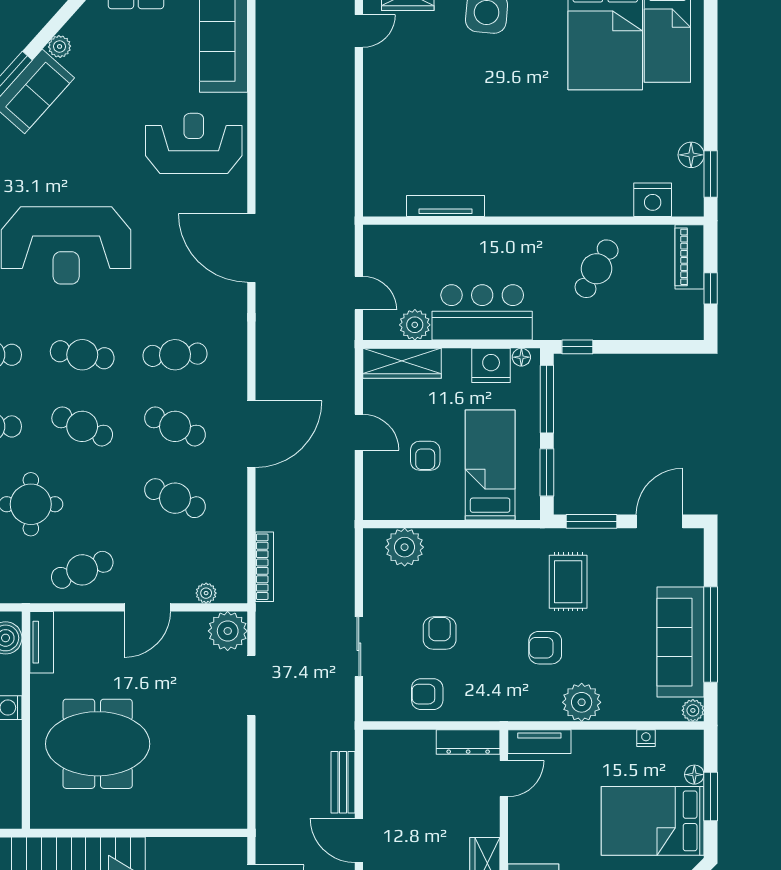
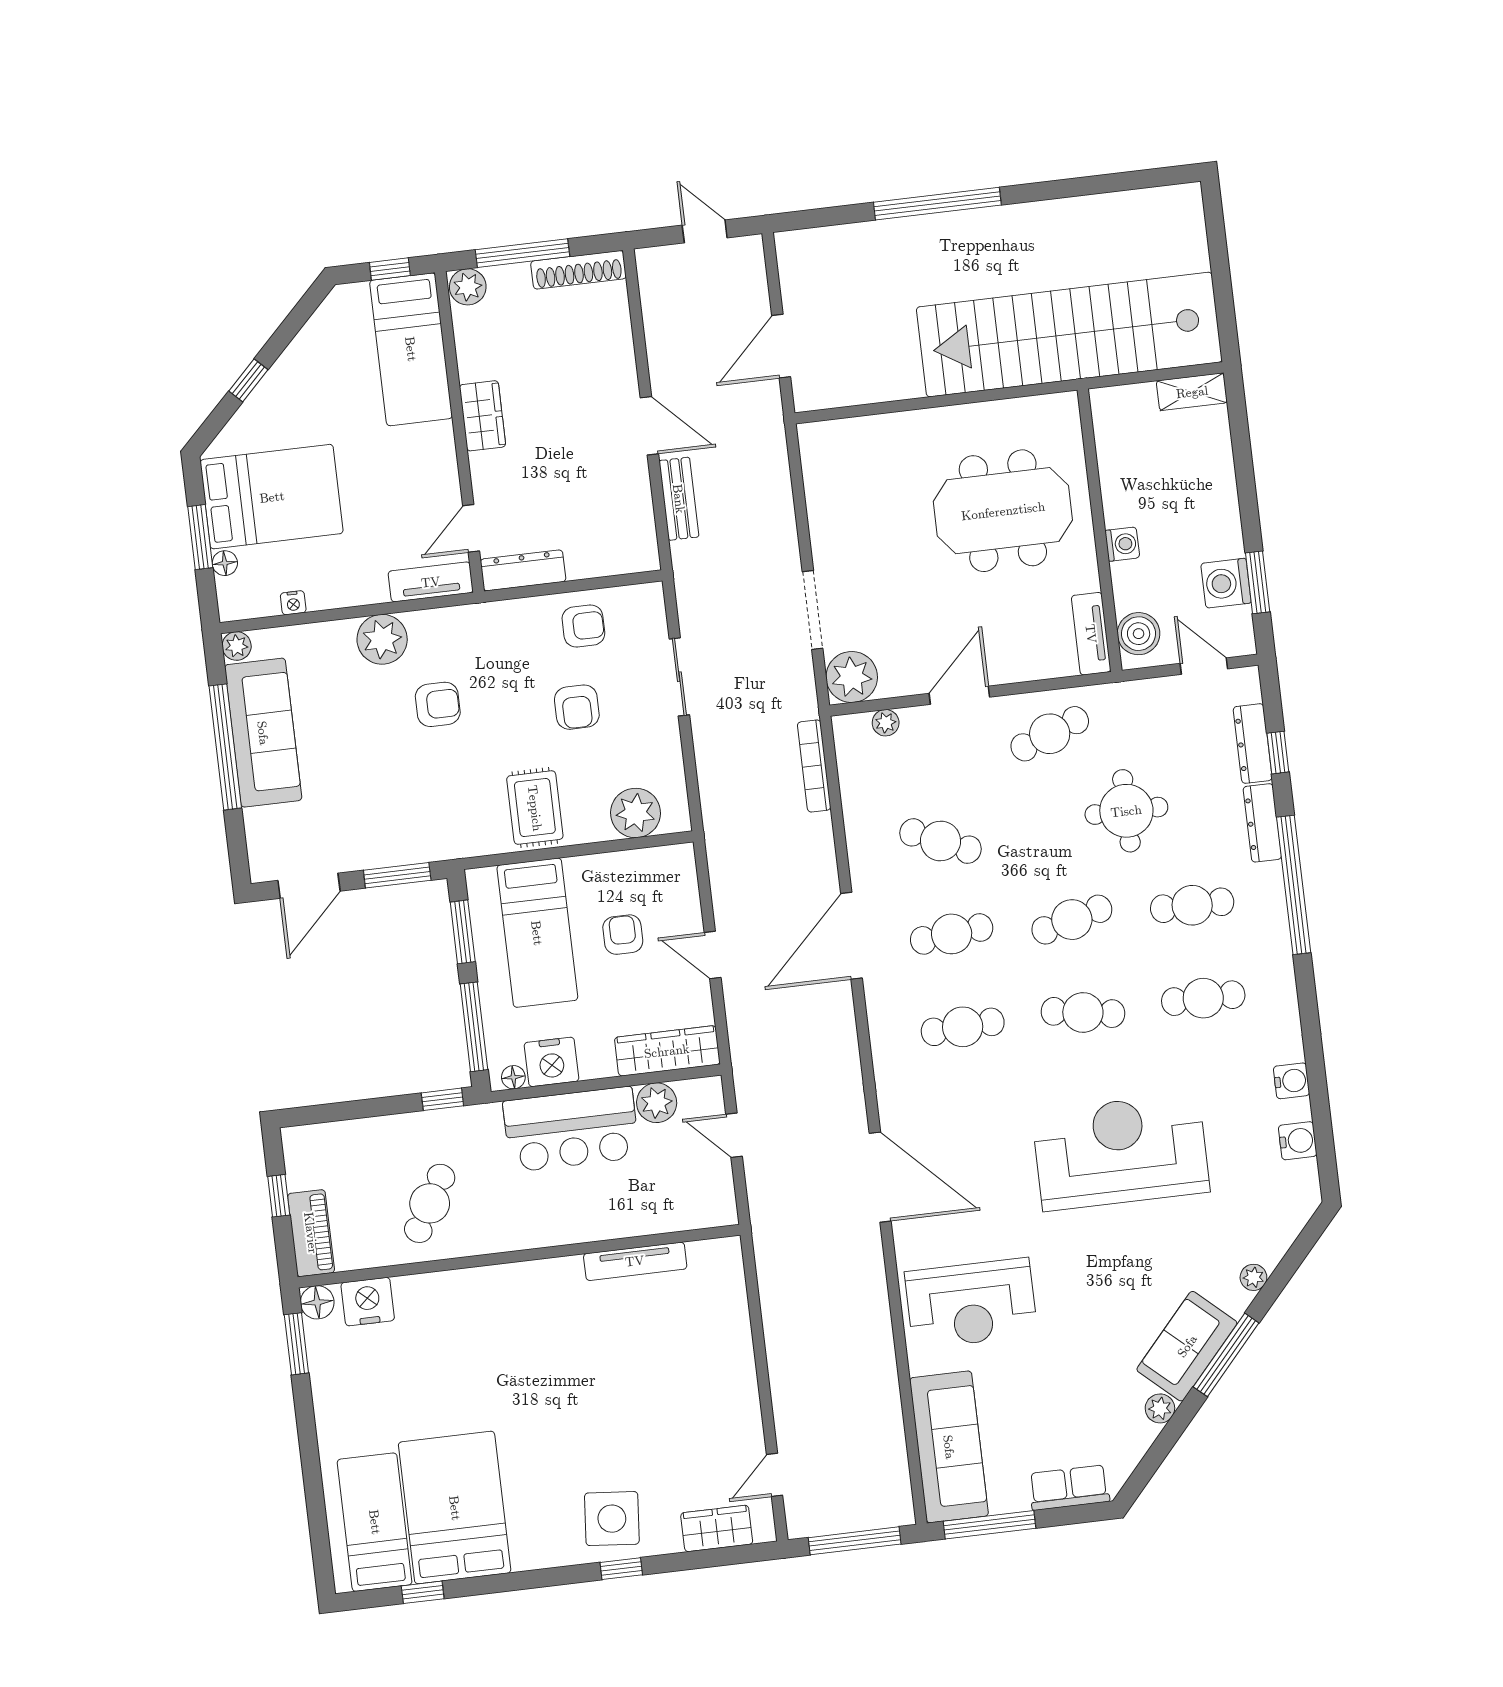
floor lamp: (691, 155) -> (317, 1302), moved
cafe table: (82, 426) -> (1072, 920), turned -39
cafe table: (175, 426) -> (952, 934), turned -30
rug: (568, 582) -> (535, 808), moved

